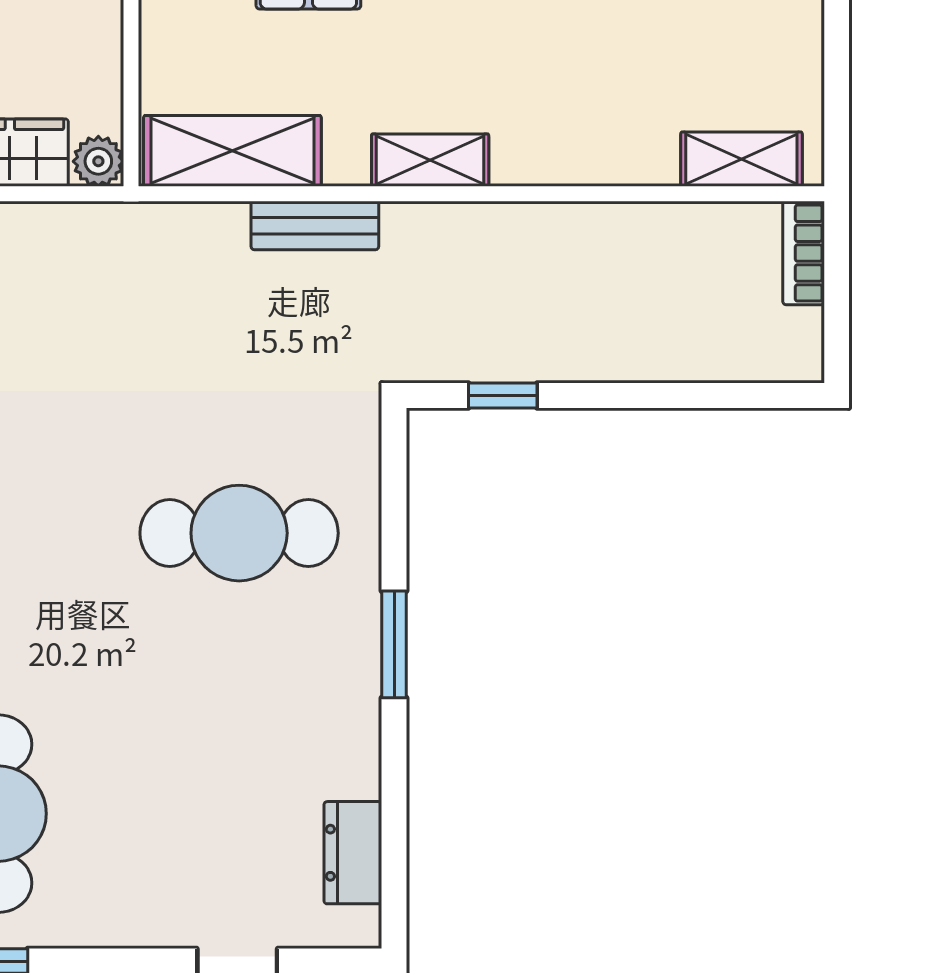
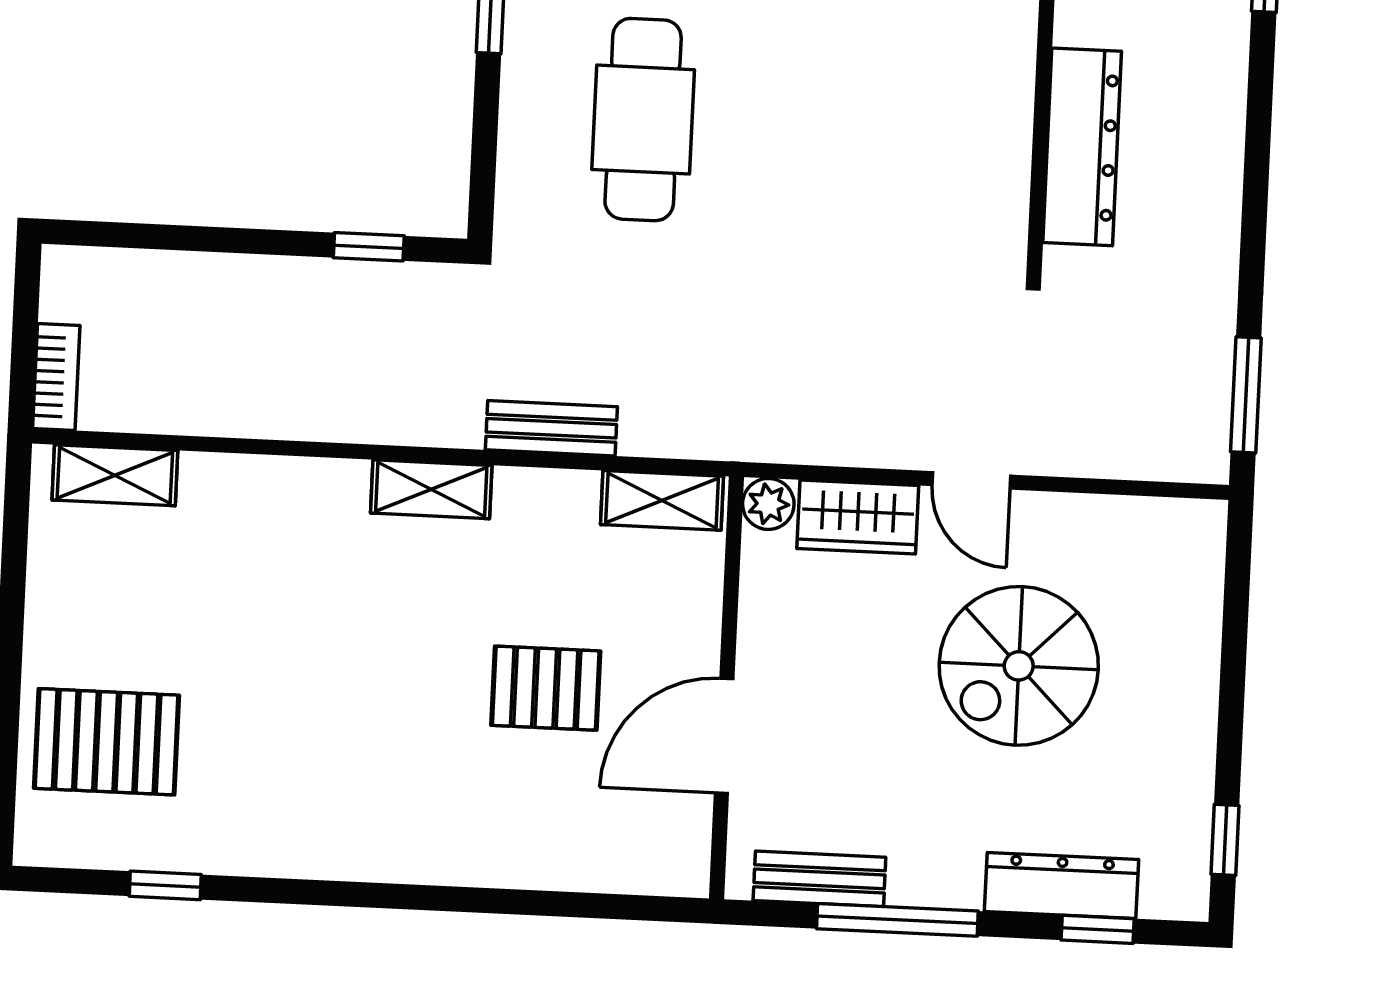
shelving: (232, 151) -> (662, 500), width x0.67, depth x0.75
cafe table: (239, 533) -> (643, 120), turned 90

